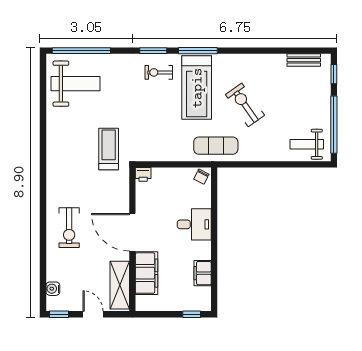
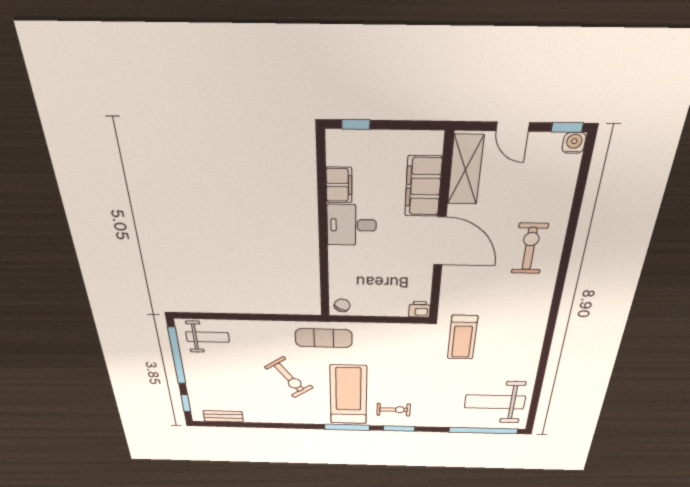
desk: (194, 224) -> (352, 225), moved
water cooler: (53, 289) -> (574, 143), moved, turned -90

